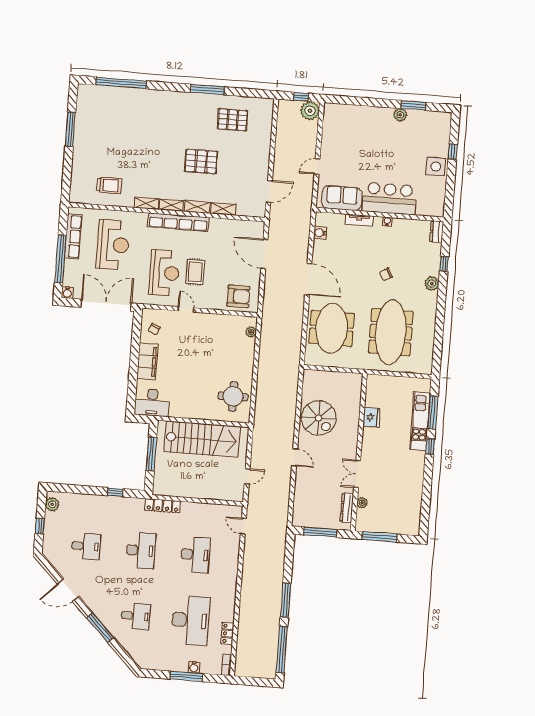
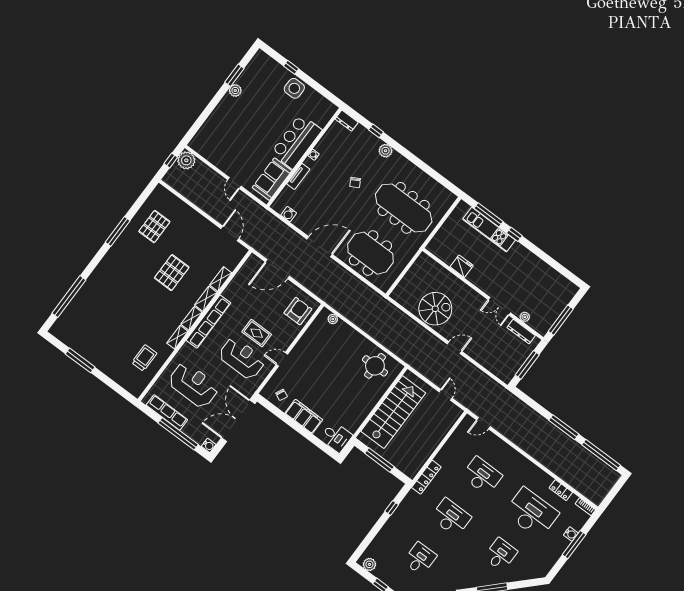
desk: (152, 402) -> (336, 437), width x0.73

